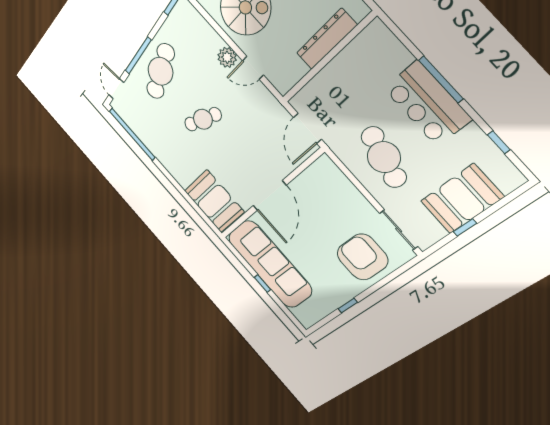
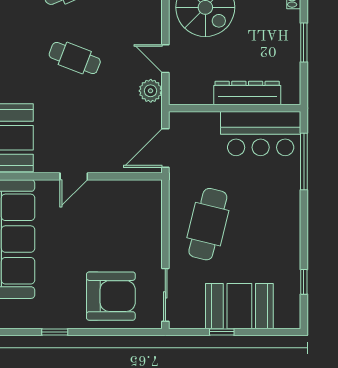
plant: (227, 57) -> (151, 91), moved
window: (441, 80) -> (304, 162), moved
bar counter: (427, 104) -> (261, 134), moved, turned -90
door: (269, 196) -> (74, 176), width x0.53
armchair: (362, 257) -> (111, 296), turned 90

